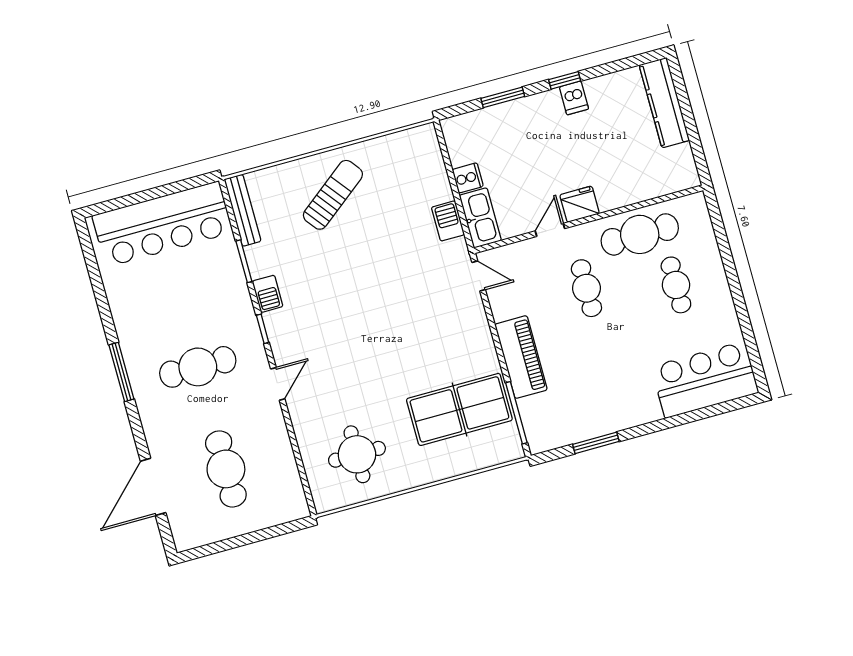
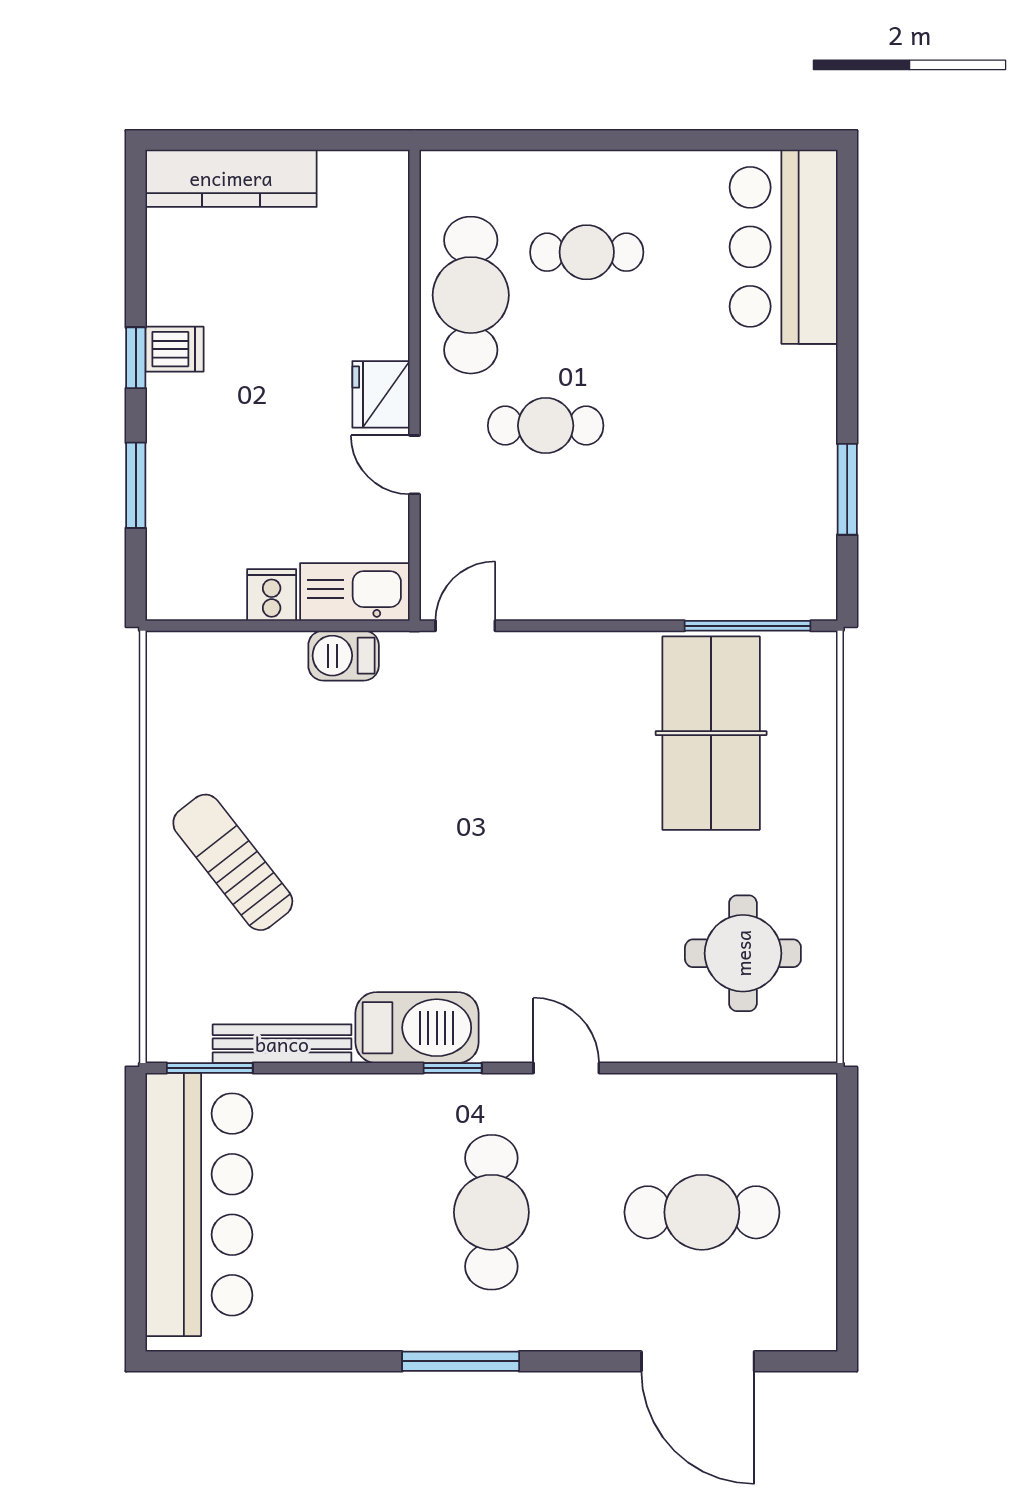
bench: (243, 210) -> (282, 1044), moved
window: (244, 261) -> (210, 1068), moved
barbecue: (268, 294) -> (417, 1028), width x1.88, depth x1.53
piano: (521, 357) -> (643, 587), removed

